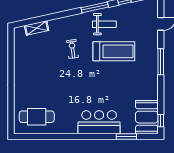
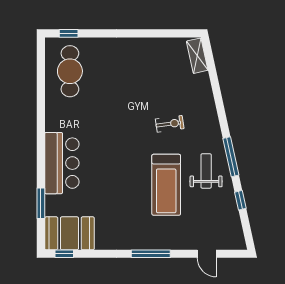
weight bench: (104, 24) -> (206, 171), turned 180
shelving: (37, 28) -> (197, 56), moved
window: (11, 118) -> (69, 33), added

